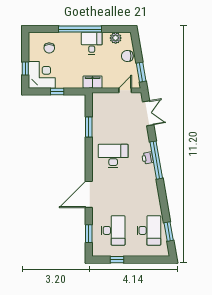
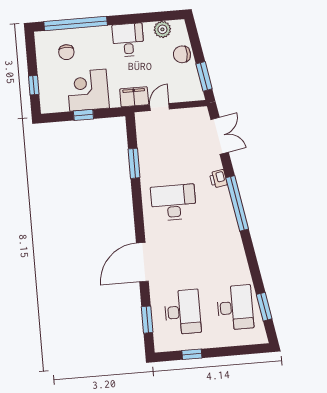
window: (80, 29) -> (76, 23), moved
corner desk: (42, 75) -> (88, 90), moved, turned -90
door: (125, 90) -> (160, 107), moved
printer: (148, 158) -> (218, 179), moved

